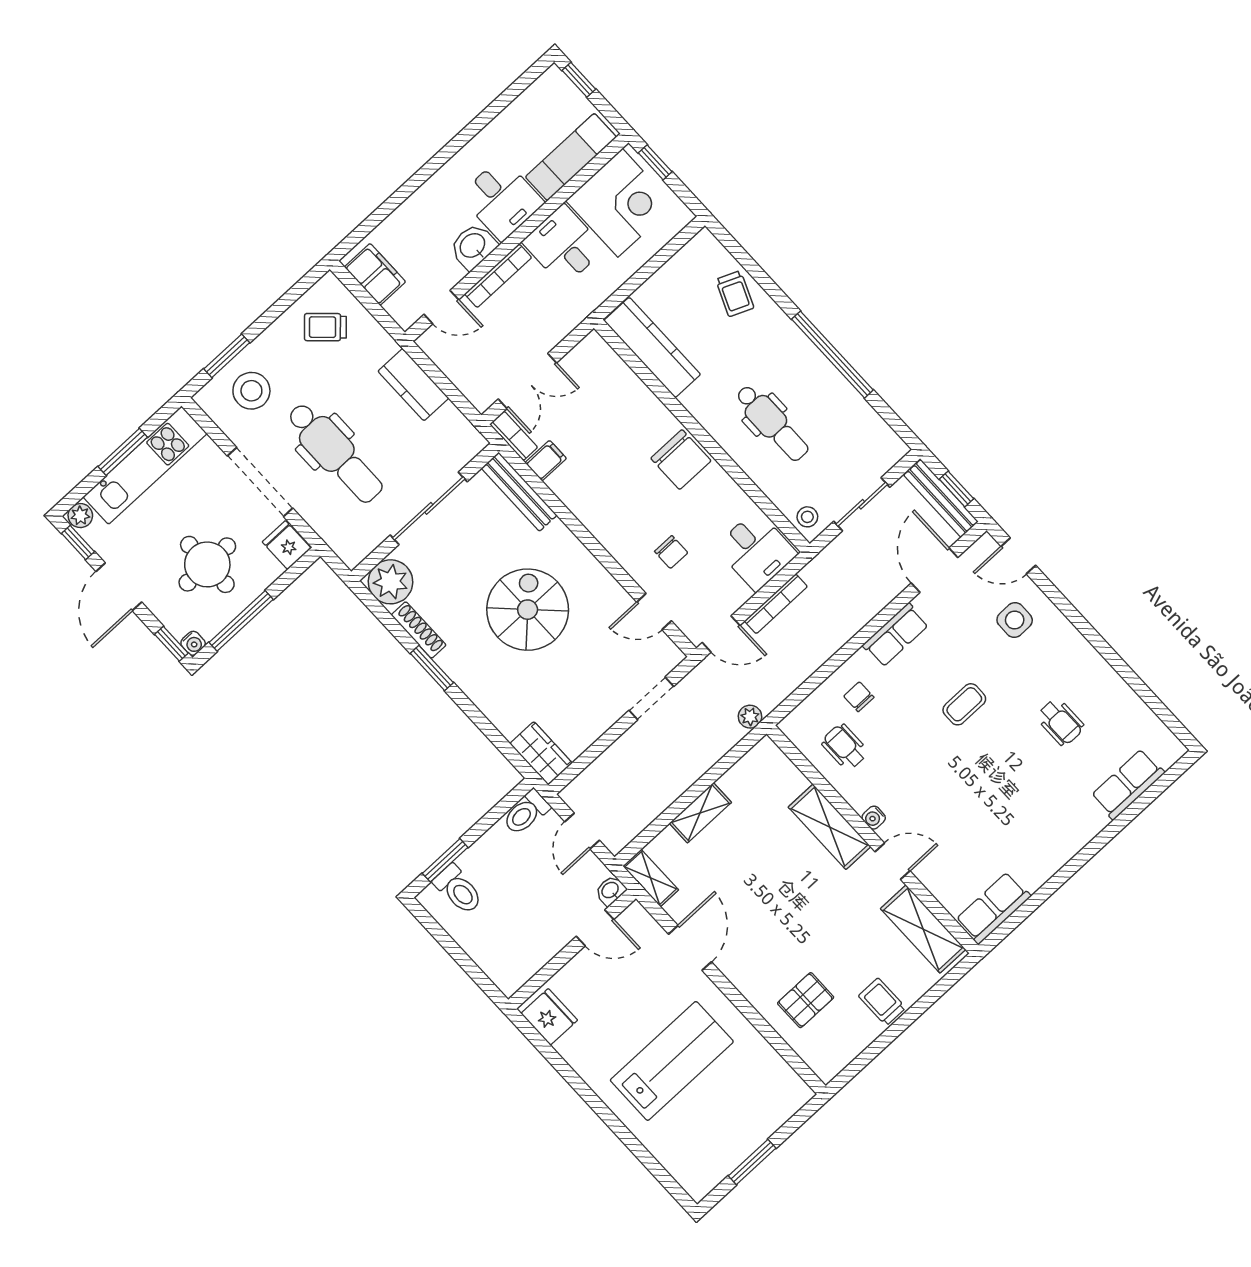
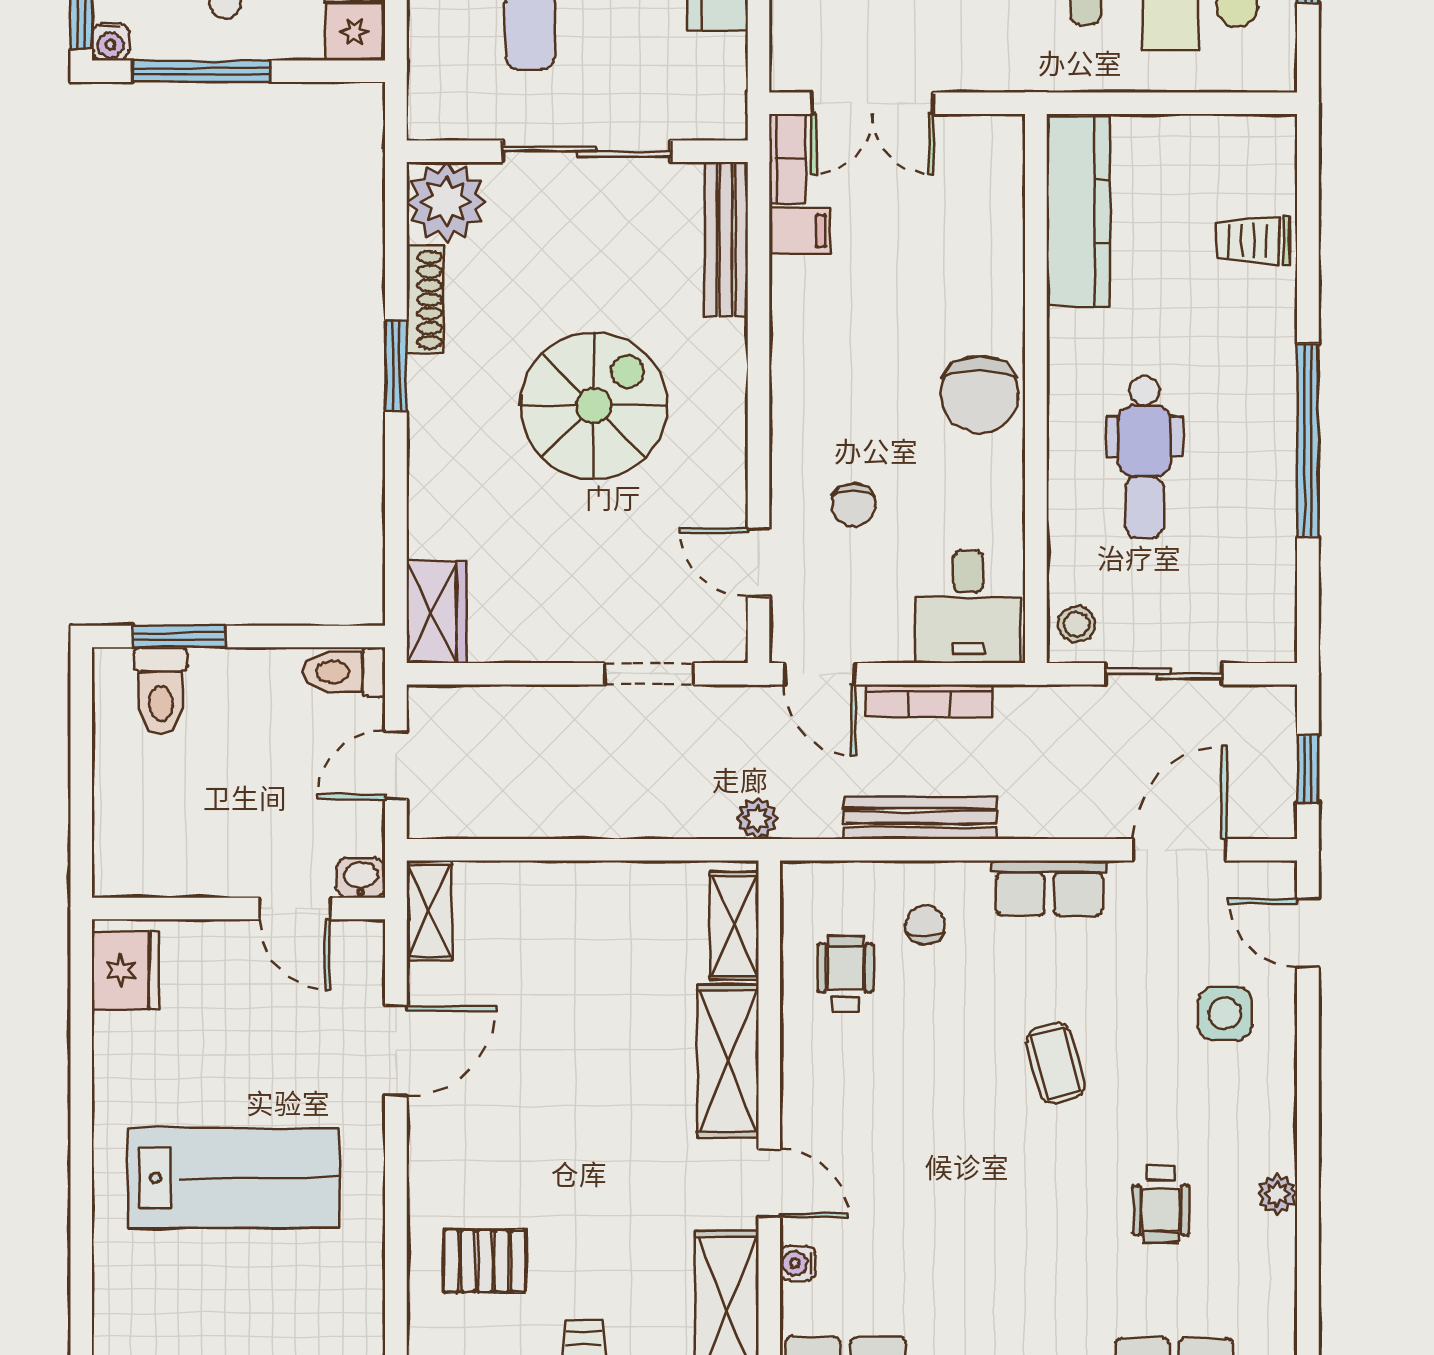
trolley: (735, 294) -> (1253, 241), turned 67
bench: (941, 498) -> (921, 818), moved, turned 90
plant: (1104, 674) -> (1277, 1194), added
coffee table: (964, 704) -> (1055, 1063), turned 75
shelving: (700, 813) -> (734, 926), moved, turned 90
water cooler: (874, 818) -> (798, 1263), moved

